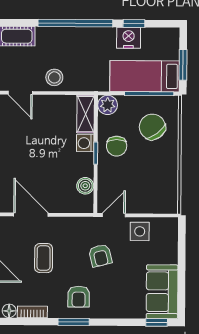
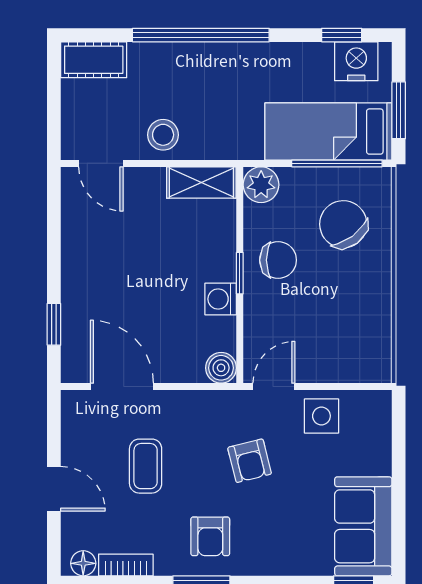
window: (134, 23) -> (342, 35), moved
nightstand: (129, 38) -> (356, 61), moved
shelving: (86, 114) -> (201, 183), moved, turned 90
washing machine: (85, 143) -> (221, 299), moved
chair: (117, 146) -> (278, 260), turned -90
boiler: (85, 186) -> (221, 368), moved

